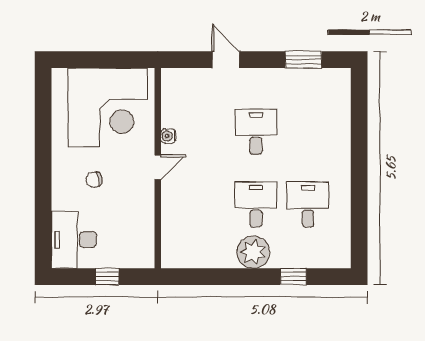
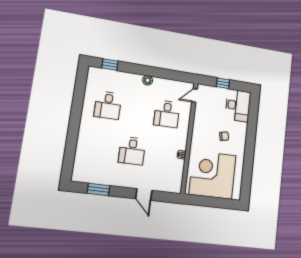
door: (158, 167) -> (194, 95), moved
desk: (256, 204) -> (167, 114), moved
plant: (253, 252) -> (148, 80), width x0.53, depth x0.53
window: (293, 277) -> (110, 65), moved

